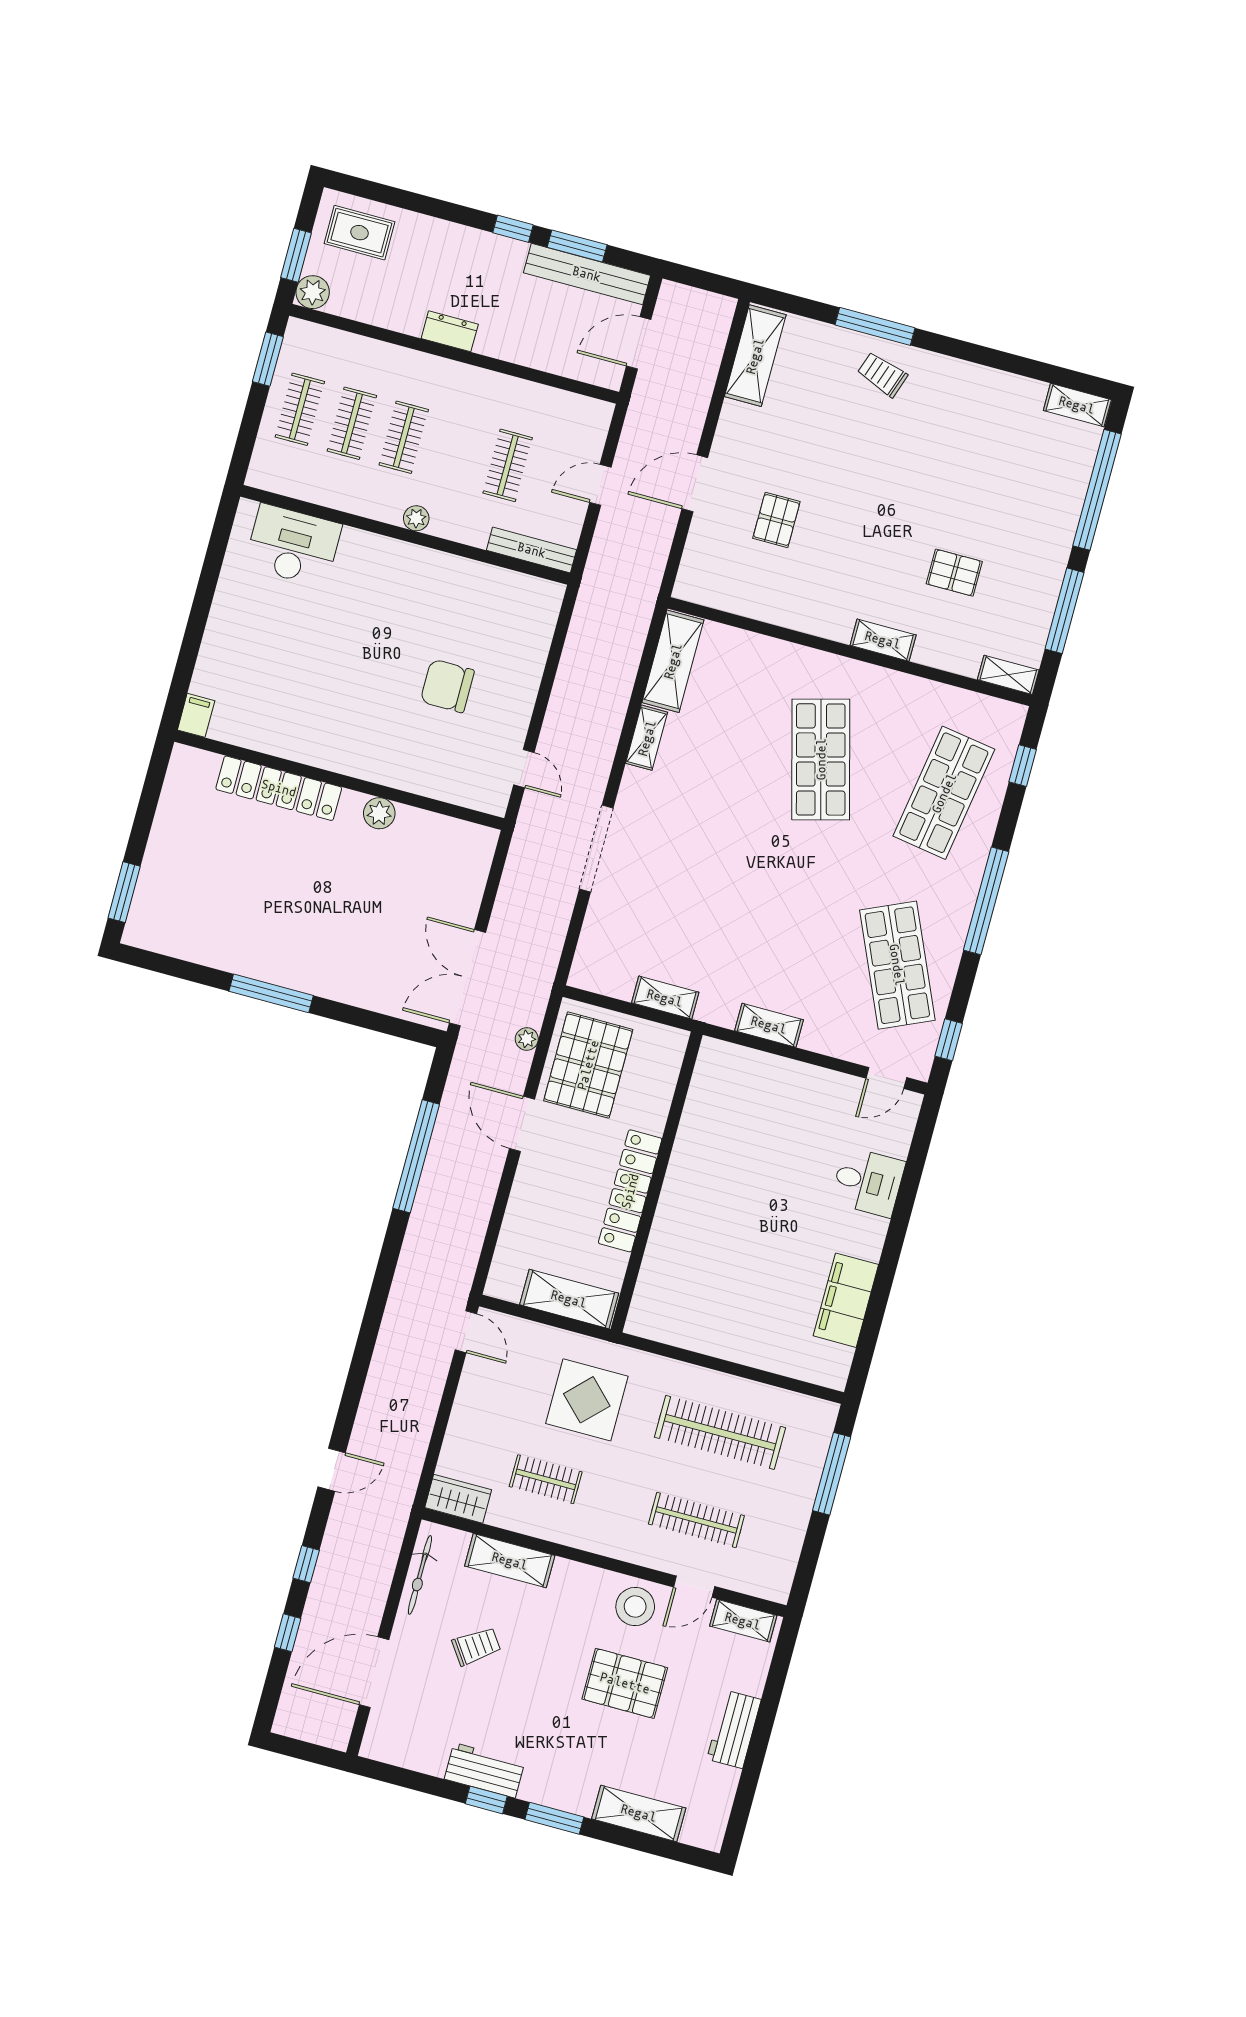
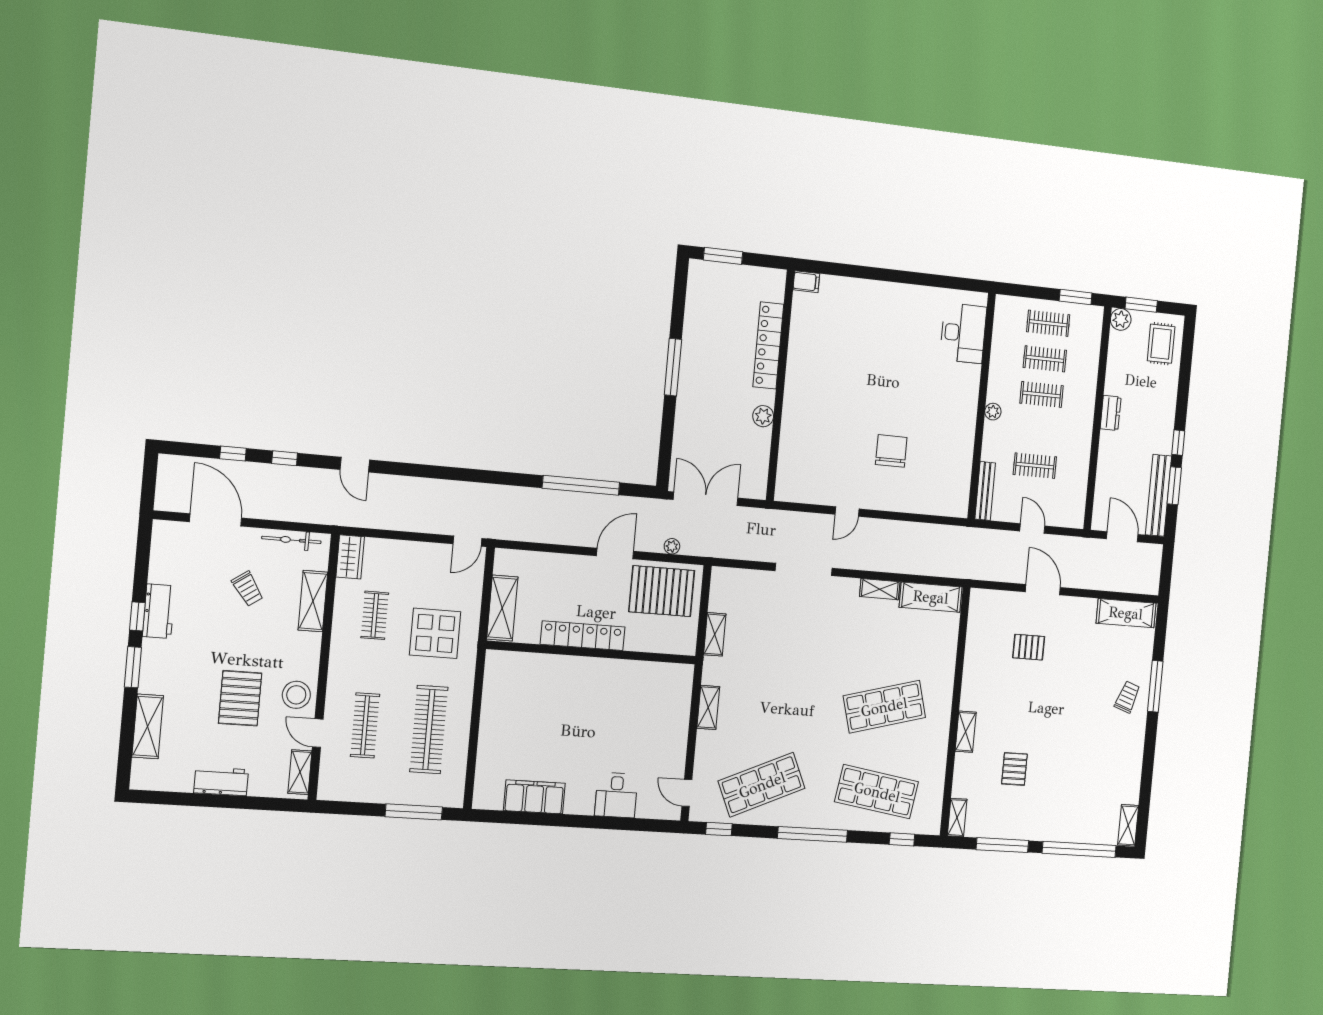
filing cabinet: (196, 715) -> (806, 282), moved
wall: (339, 780) -> (780, 385), moved
locker: (279, 788) -> (768, 345), moved
plant: (379, 813) -> (763, 416), moved

